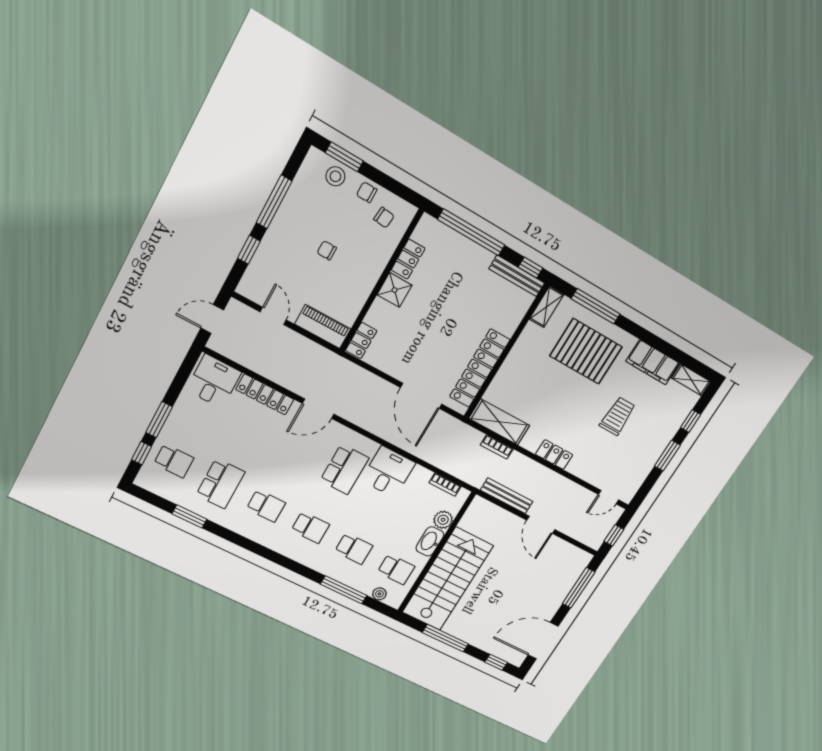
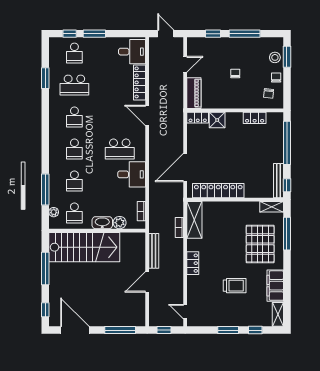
shower: (395, 290) -> (217, 120), moved

